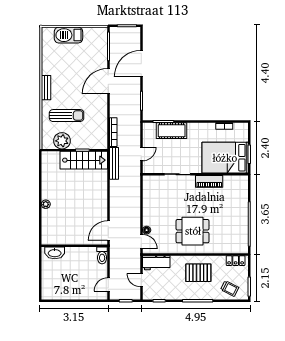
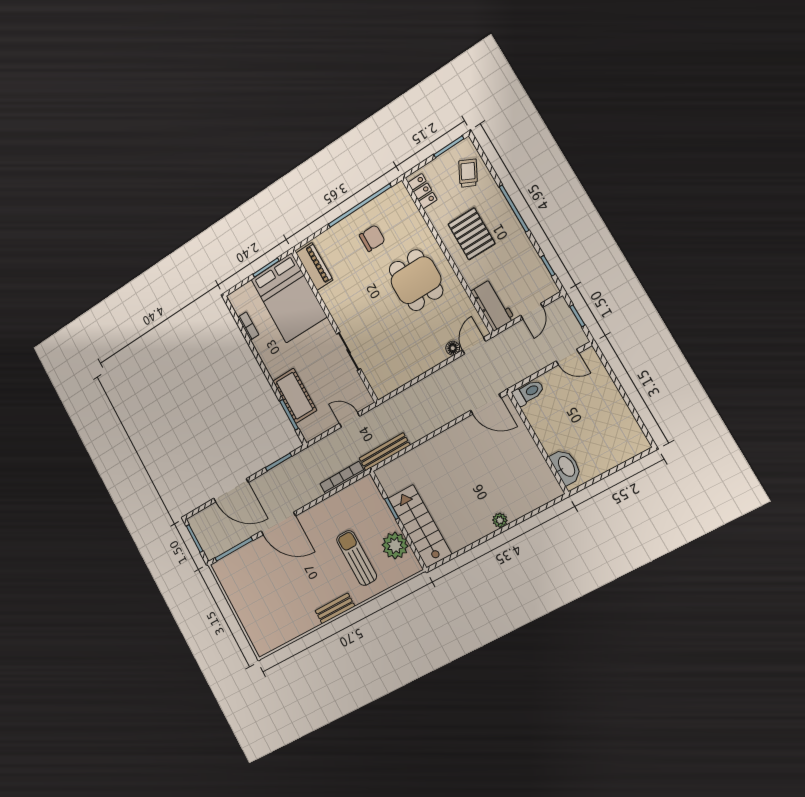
barbecue: (68, 35) -> (249, 614), removed
stairs: (84, 160) -> (420, 526), moved
piano: (209, 181) -> (314, 266), moved
chair: (228, 221) -> (372, 238), added

